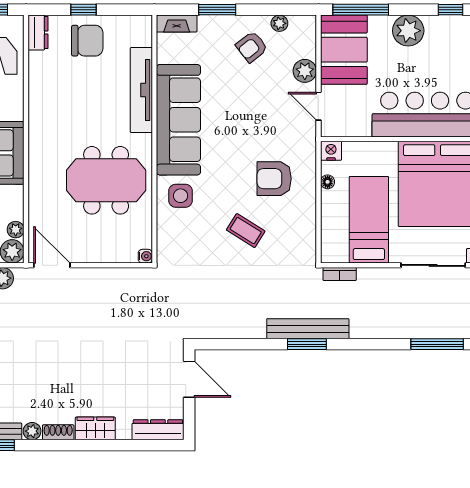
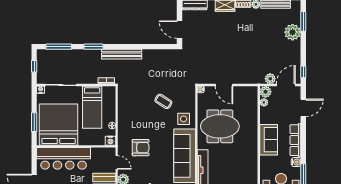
armchair: (274, 179) -> (141, 148), moved
coffee table: (246, 231) -> (163, 101), moved
door: (52, 265) -> (224, 85), moved
window: (307, 344) -> (93, 47), moved

